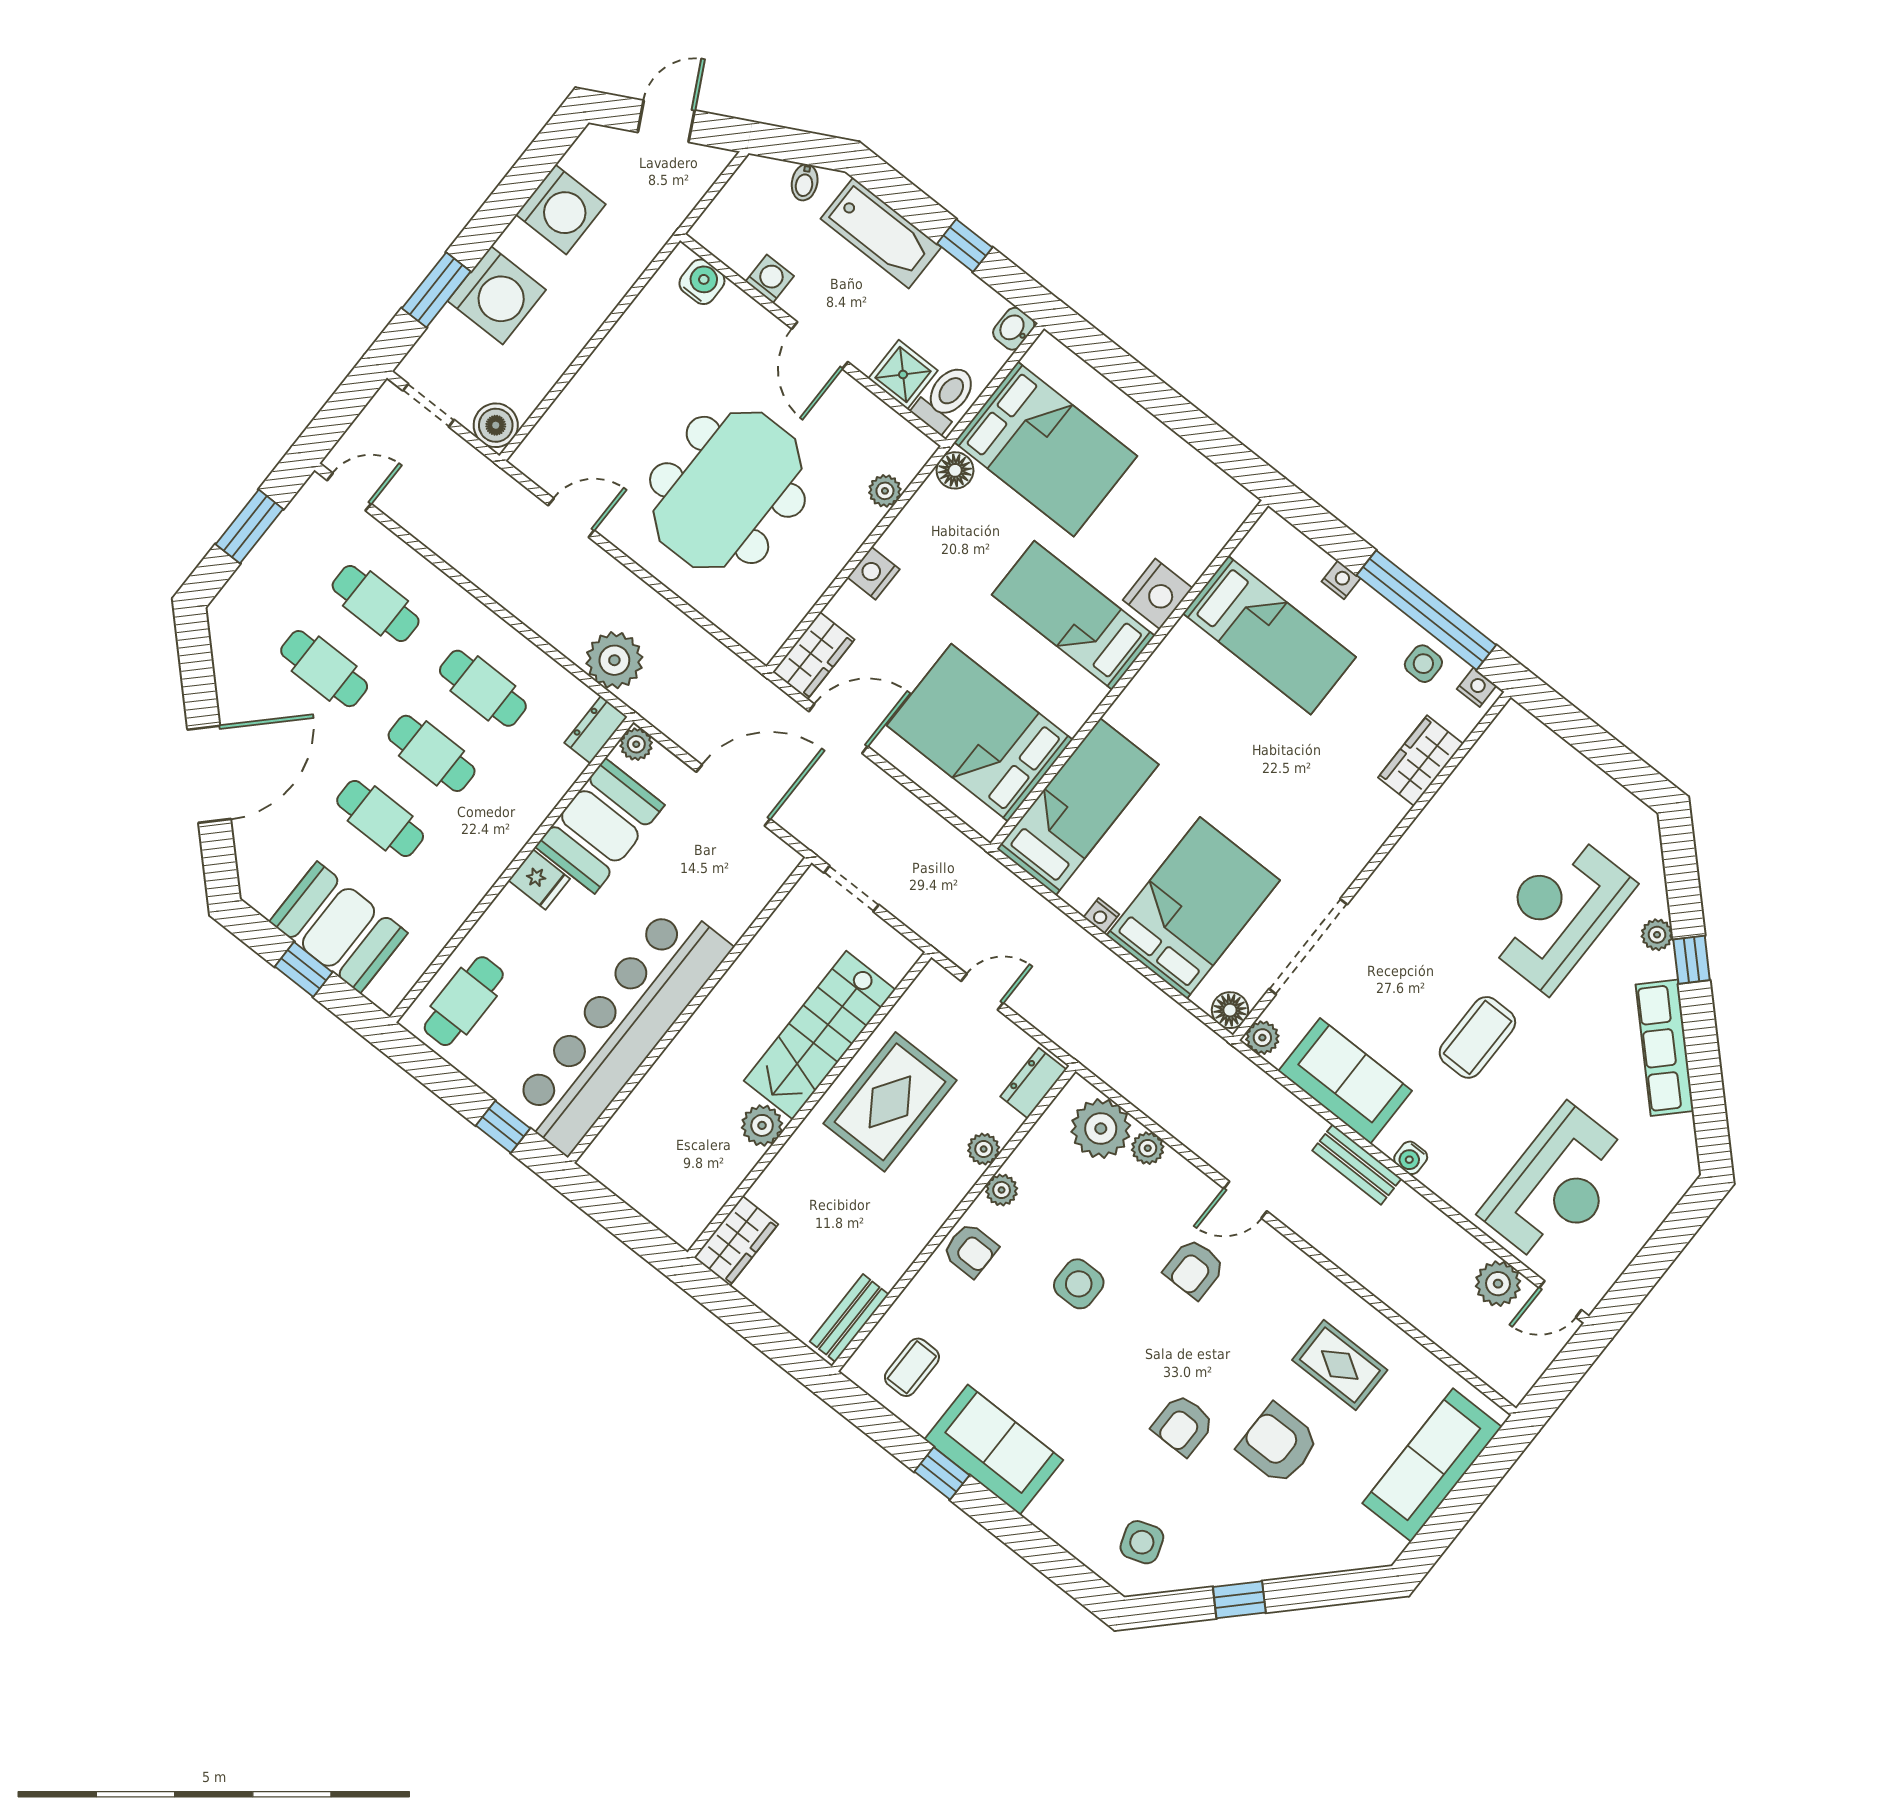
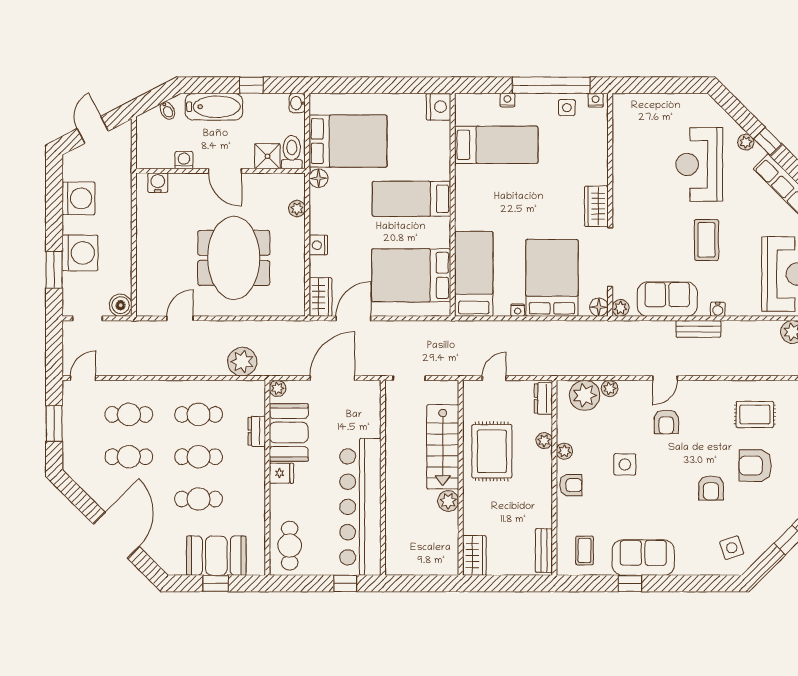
nightstand: (1158, 594) -> (439, 107), moved
dresser: (596, 730) -> (257, 431), moved
wardrobe: (1421, 761) -> (596, 206), moved

